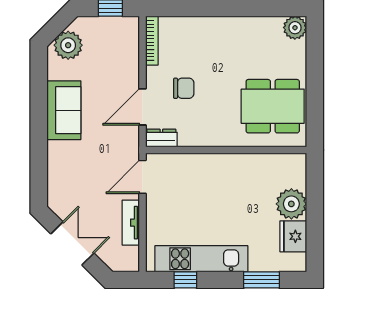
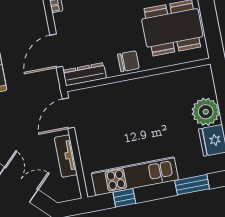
chair: (184, 88) -> (128, 61), moved
dresser: (161, 138) -> (85, 74), width x1.44

